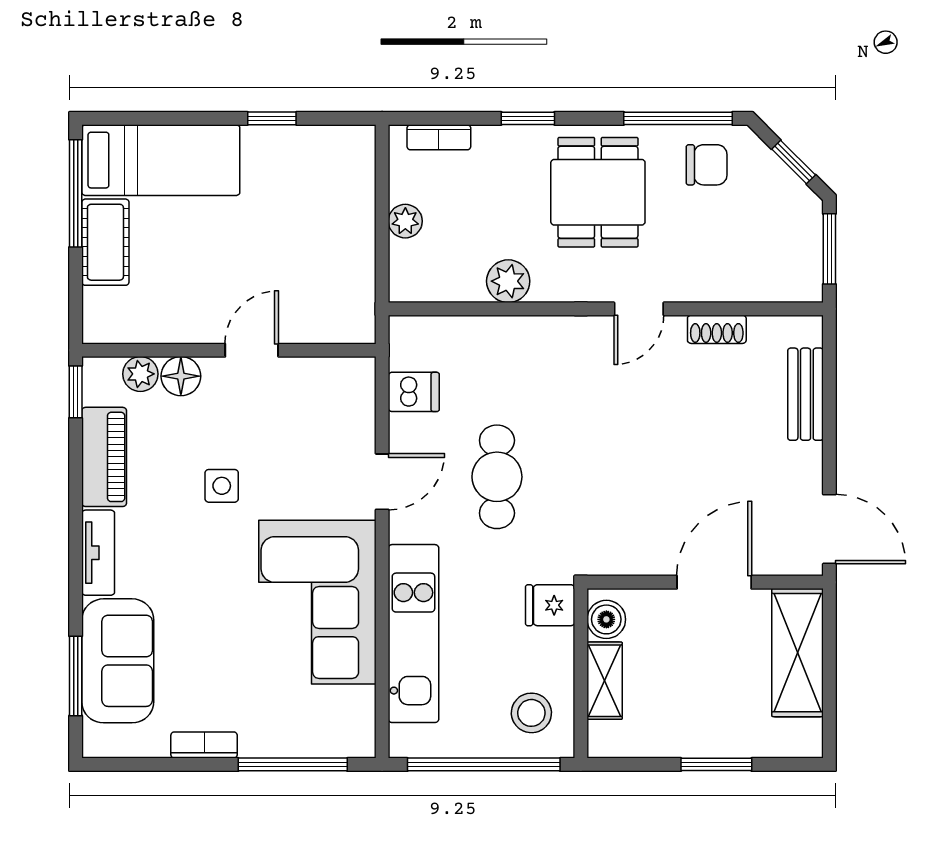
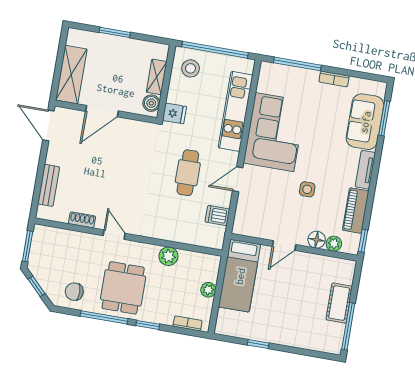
window: (678, 118) -> (104, 317), moved
bed: (161, 160) -> (240, 276), moved, turned -90
door: (639, 309) -> (114, 235), hinge flipped

